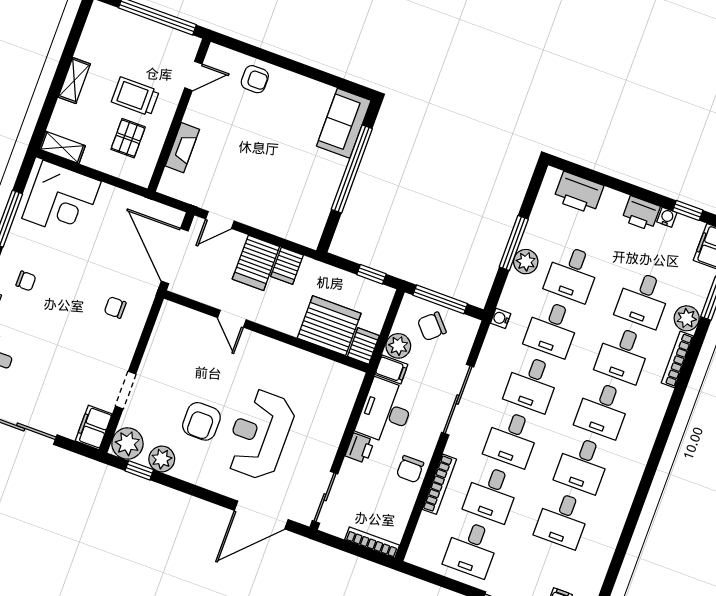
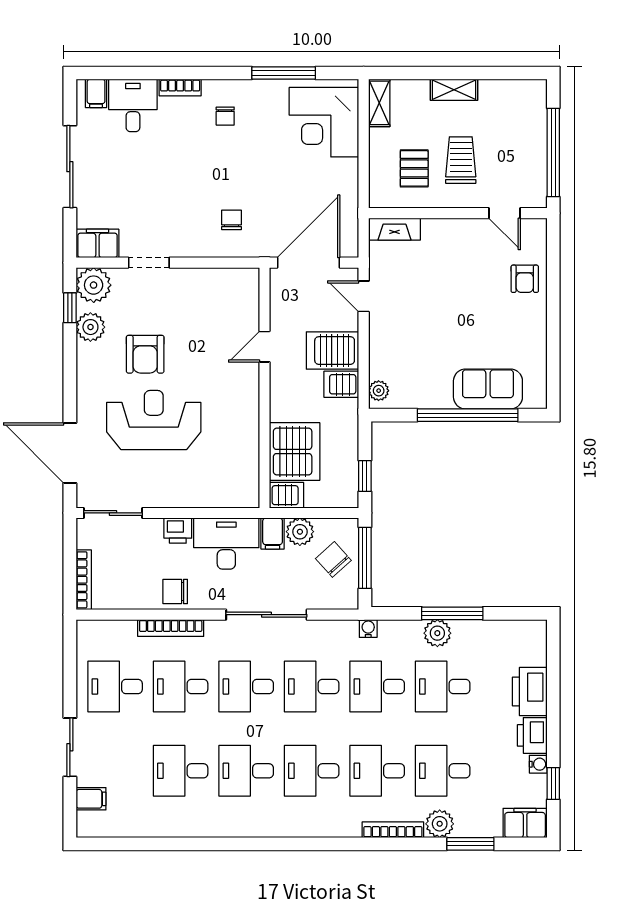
sofa: (344, 123) -> (488, 389), moved
pallet: (128, 138) -> (414, 168), turned 90
fireplace: (182, 148) -> (394, 229), moved
printer: (578, 193) -> (530, 692), moved
plant: (304, 236) -> (379, 391), added
armchair: (201, 421) -> (145, 354), turned -90

